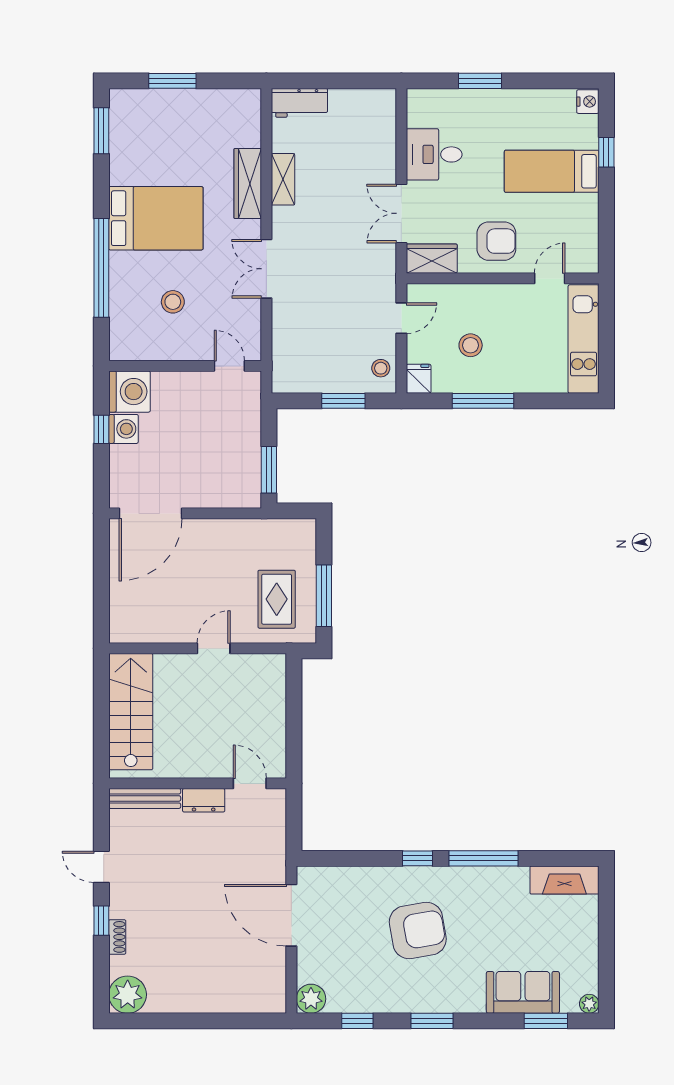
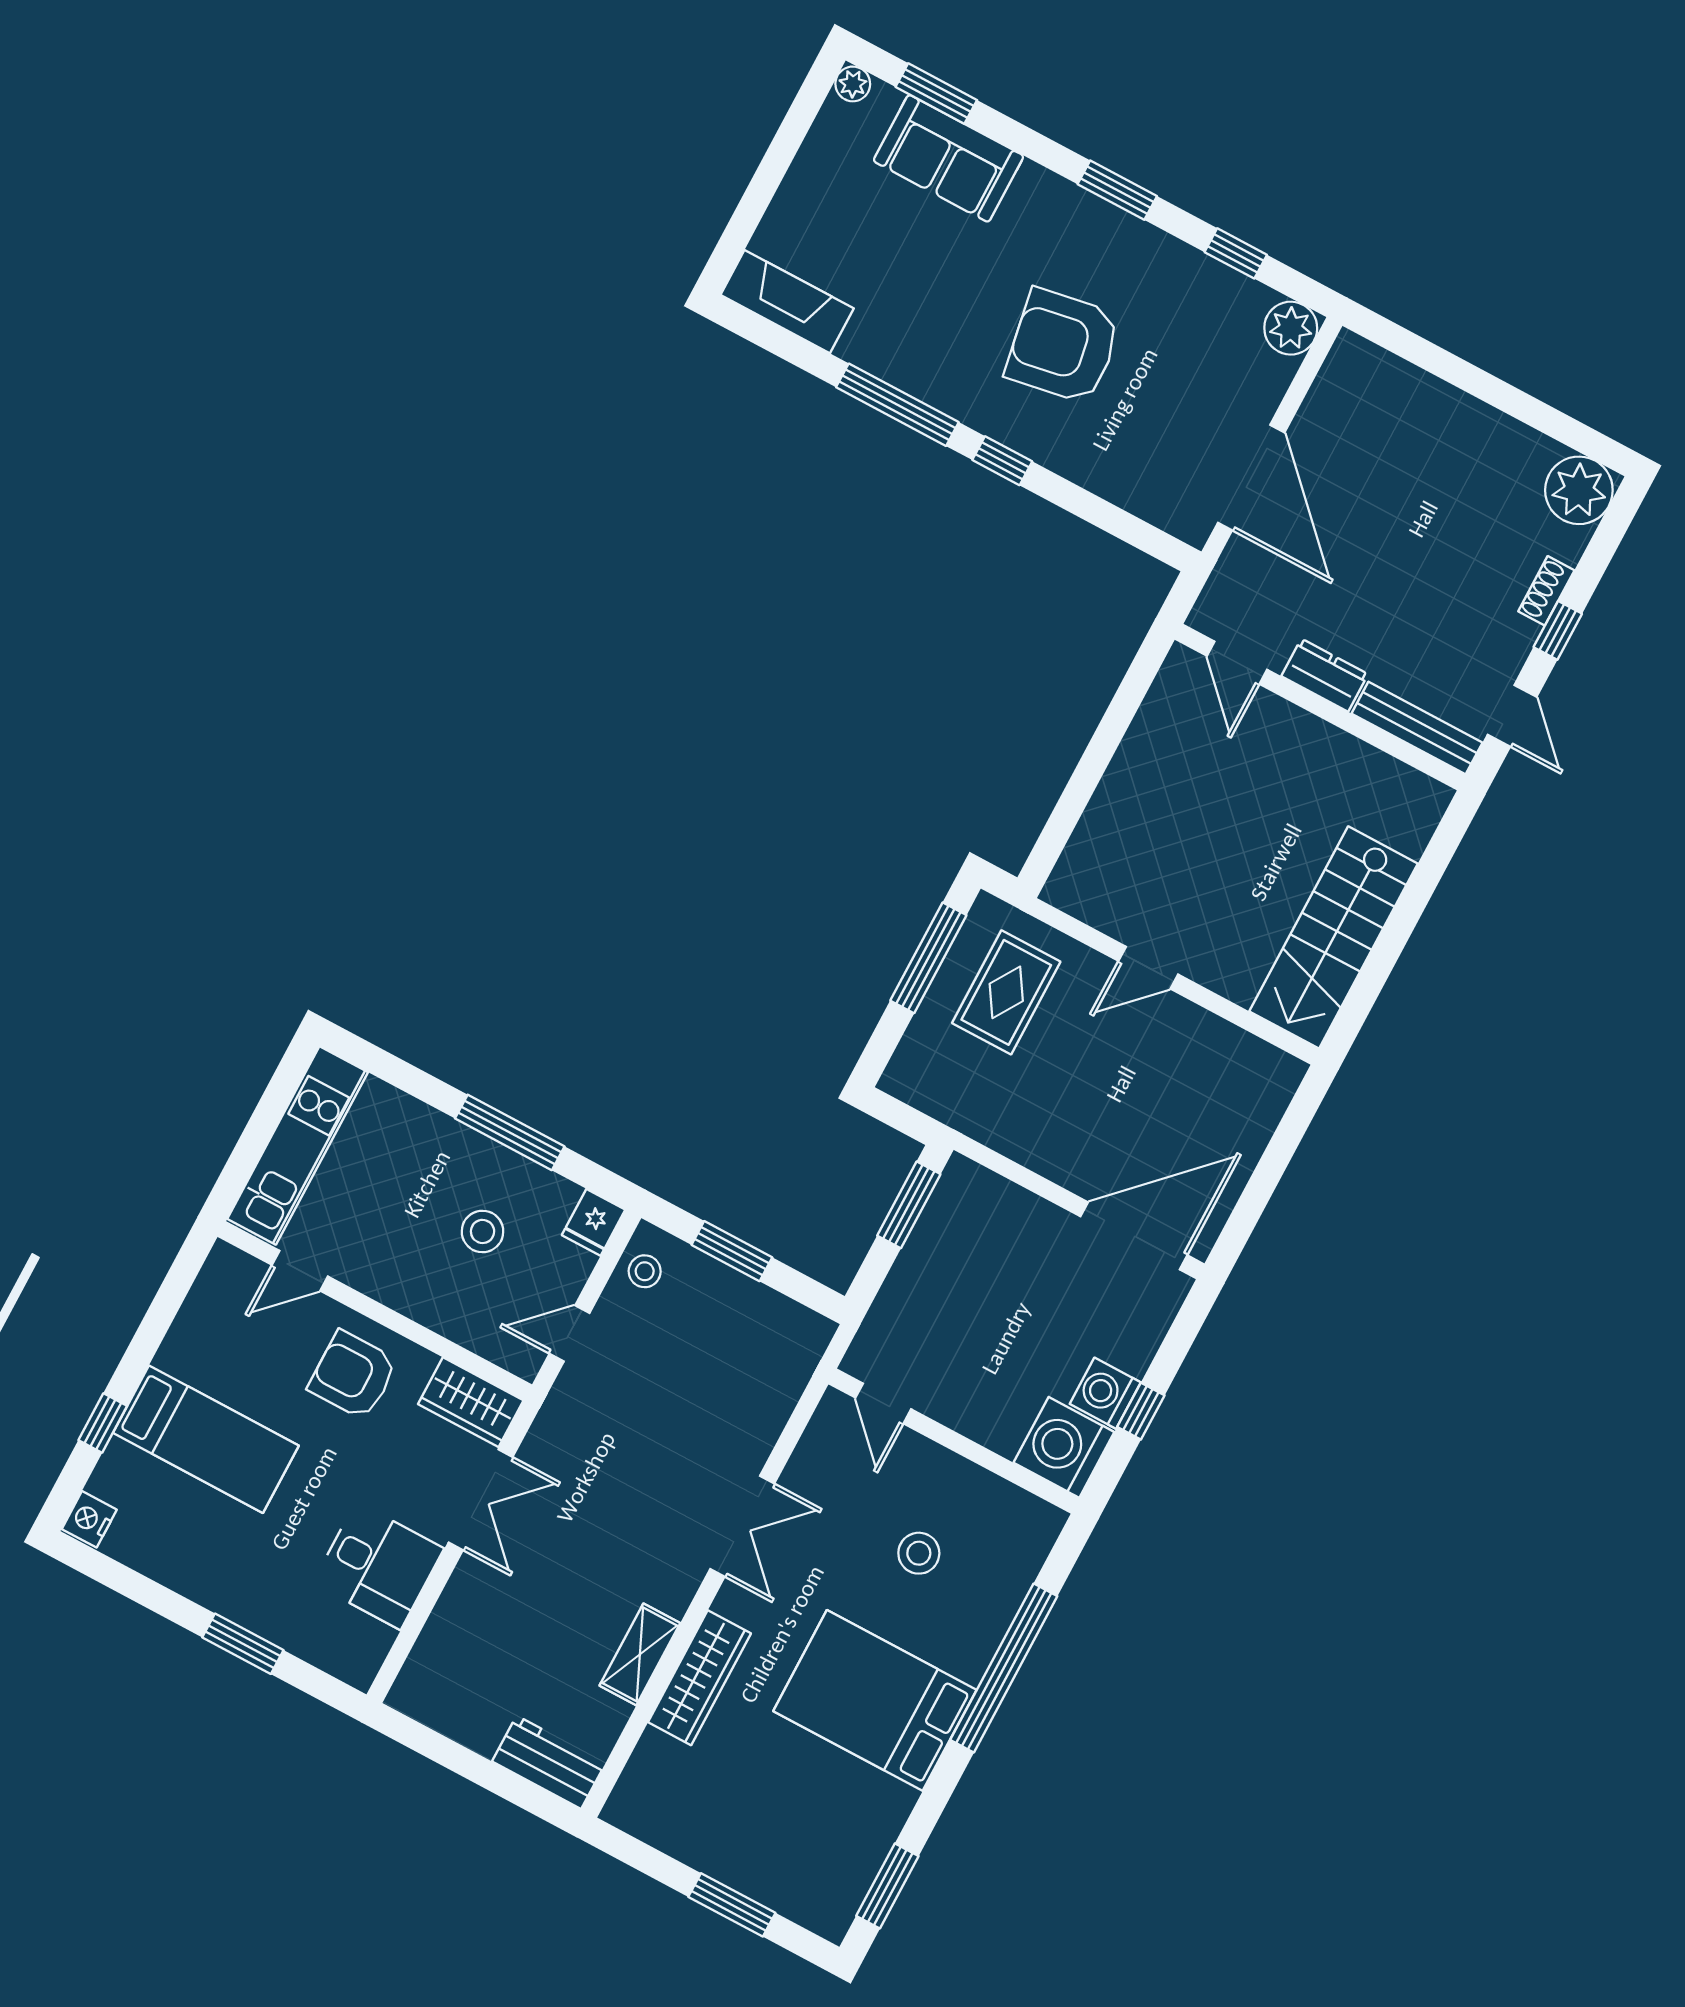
wall: (198, 783) -> (1320, 707), moved
door: (250, 783) -> (1237, 663), moved
bench: (145, 798) -> (1417, 728), moved
dresser: (204, 800) -> (1325, 675), moved

